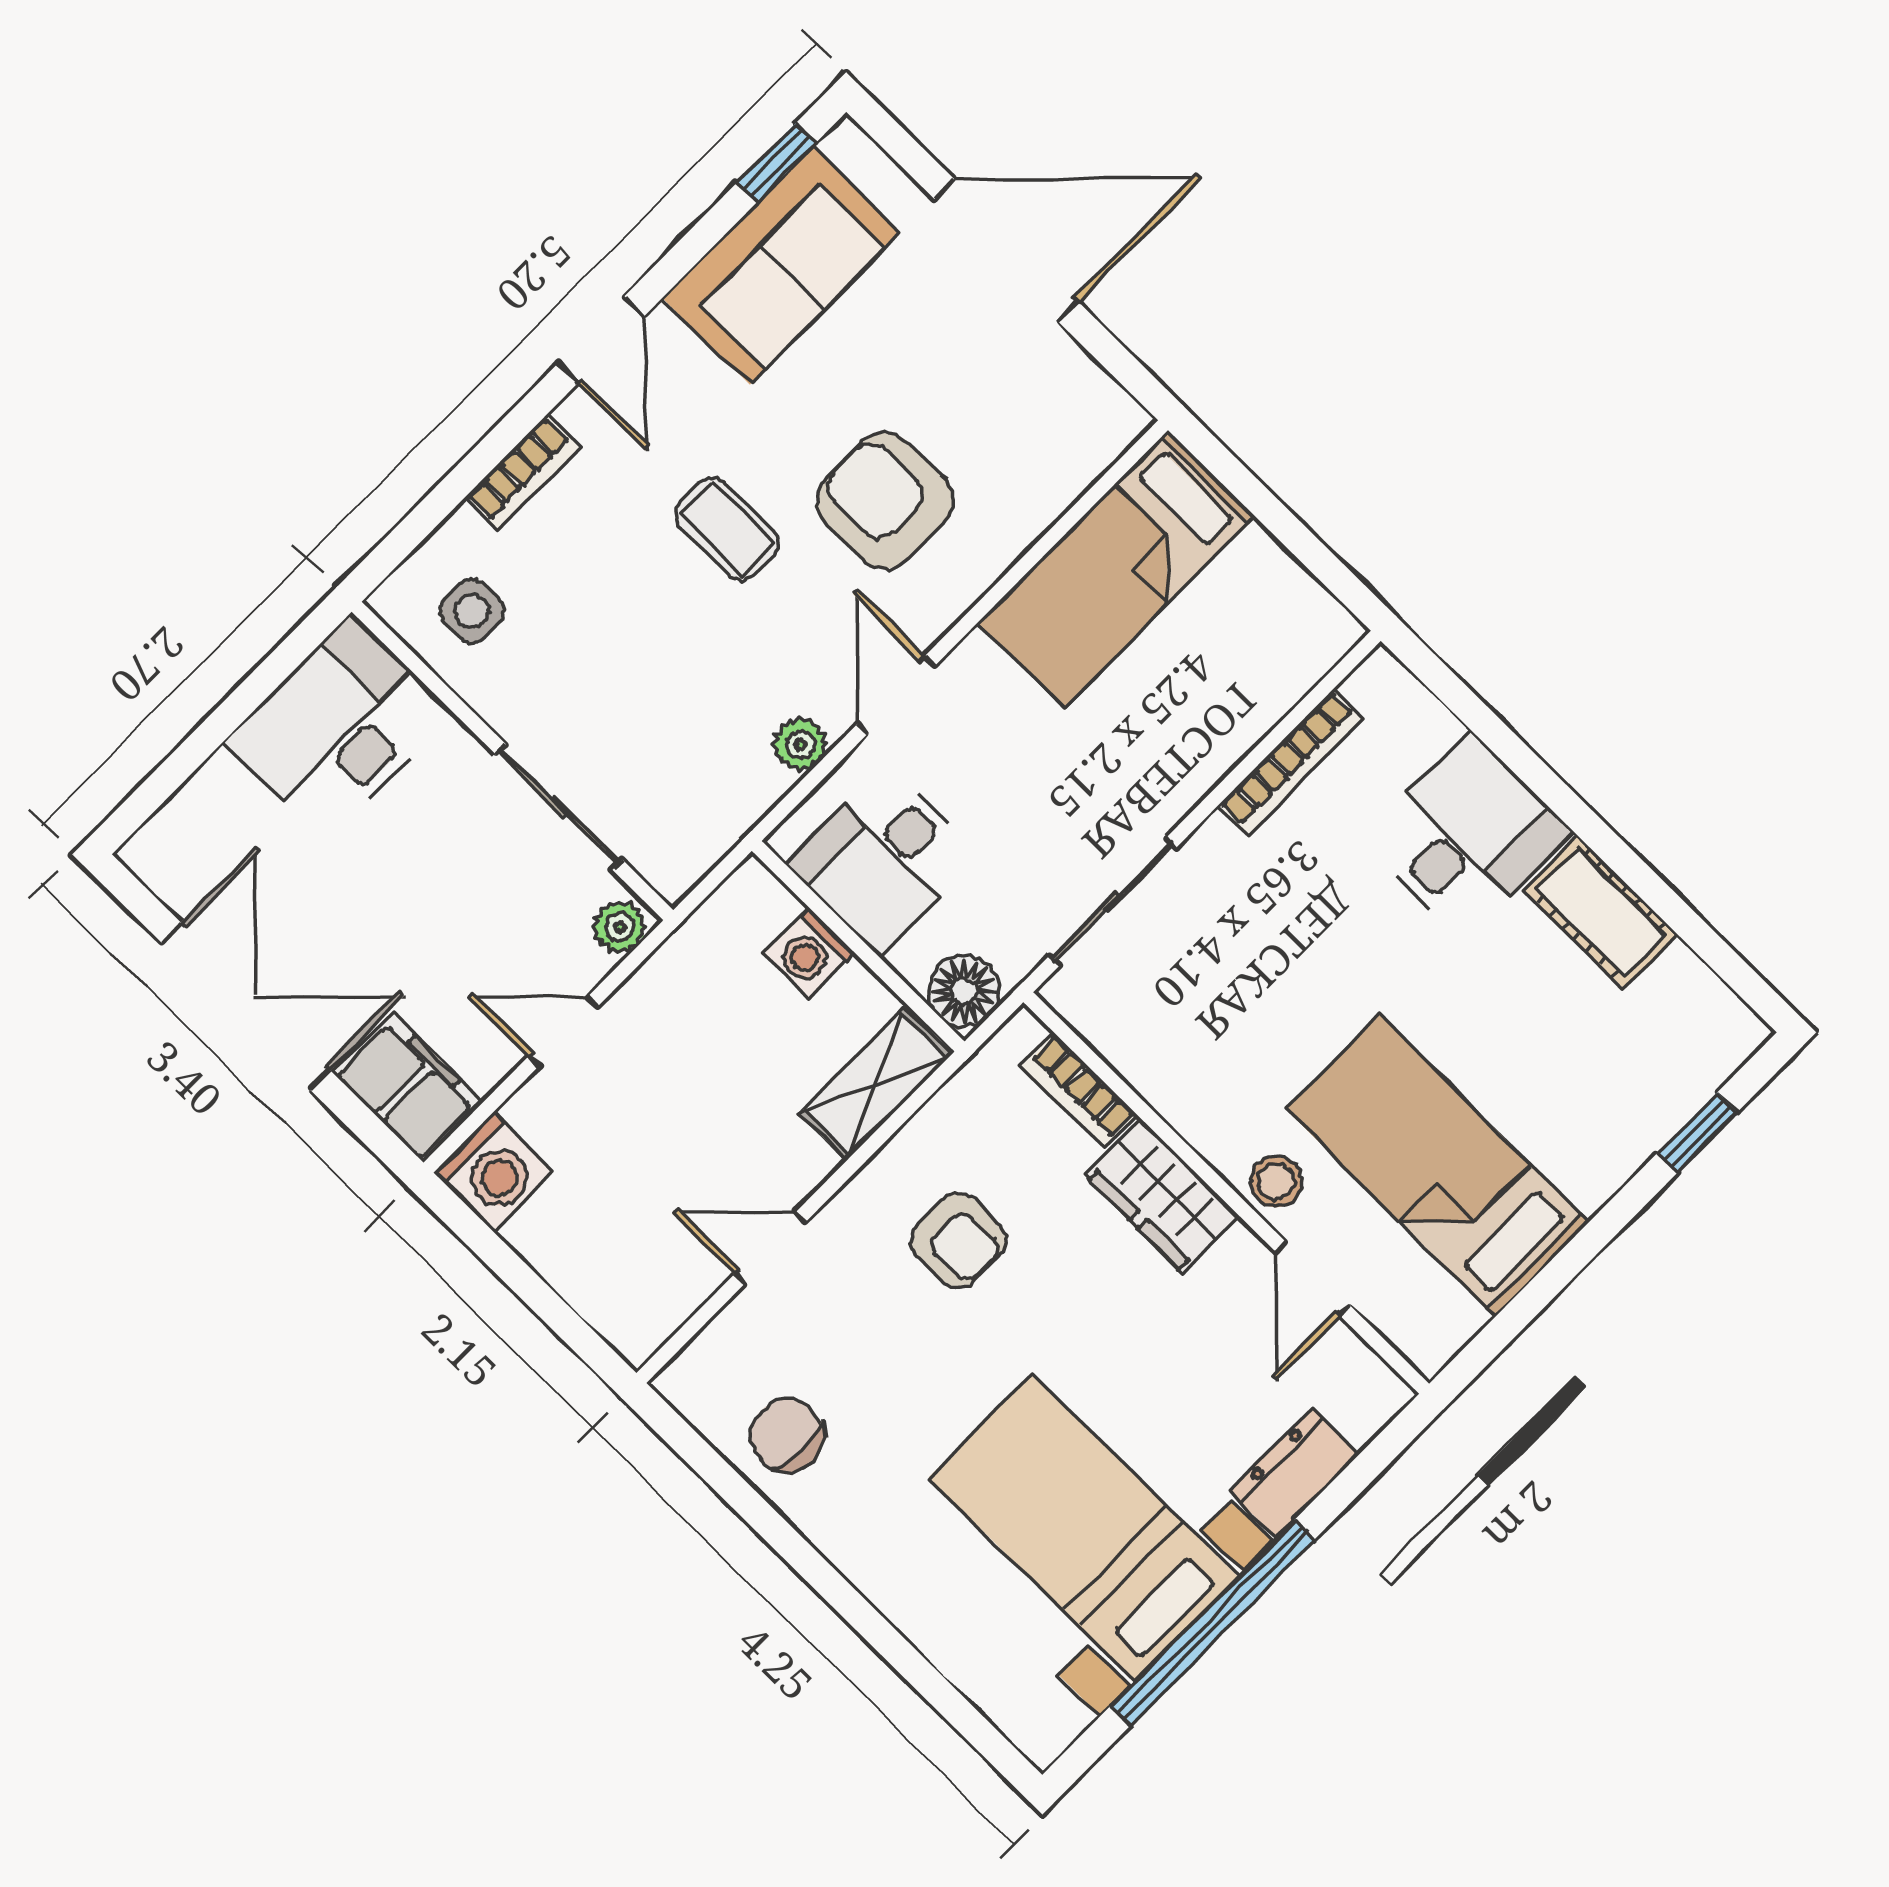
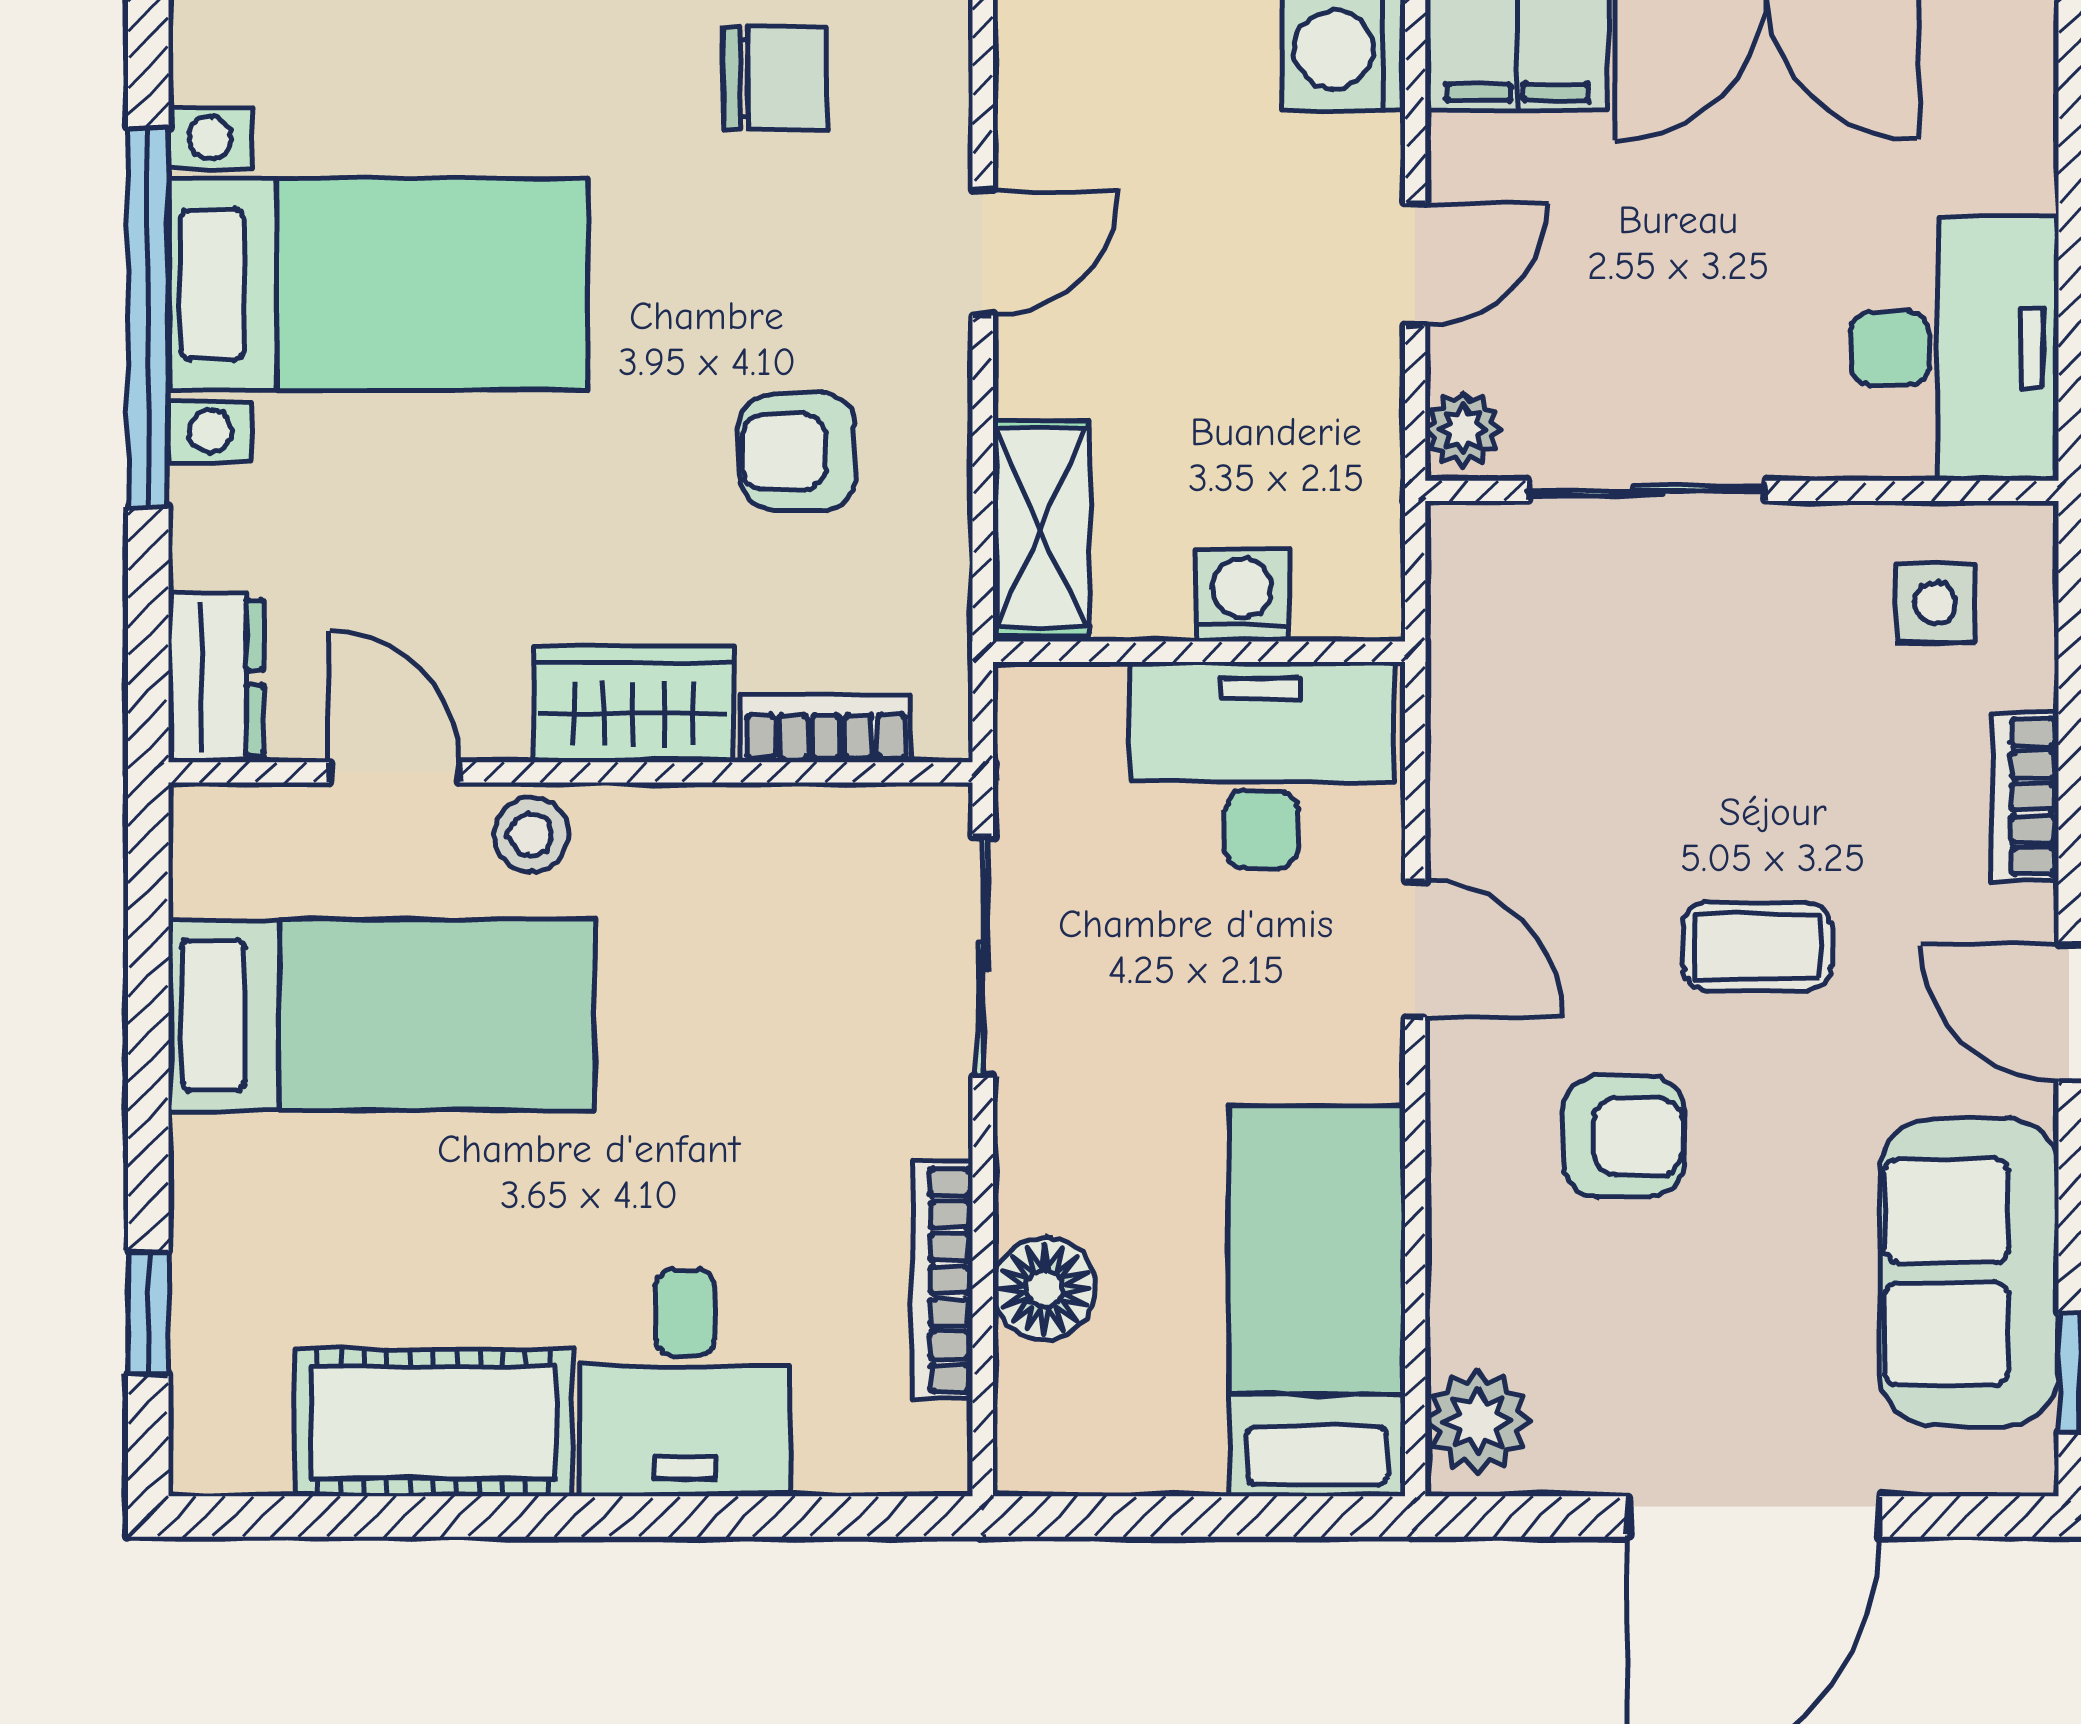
armchair: (885, 501) -> (1624, 1136), width x0.72, depth x0.72
plant: (800, 744) -> (1478, 1421), moved, width x1.38, depth x1.38
desk: (883, 860) -> (1261, 766), width x1.37
cot: (1601, 912) -> (433, 1422), width x1.37, depth x1.34
floor lamp: (964, 991) -> (1044, 1289), moved
dresser: (1294, 1473) -> (216, 678), moved

